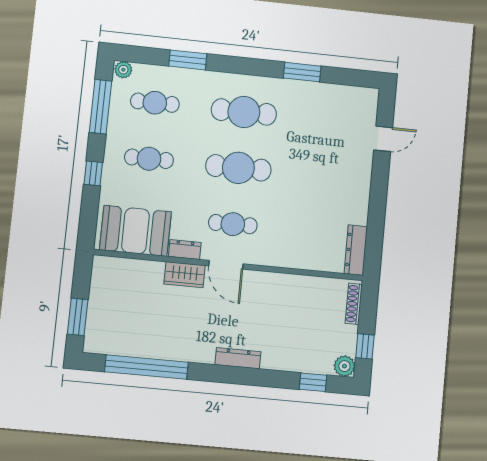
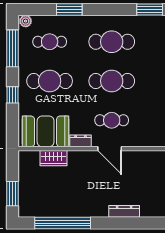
cafe table: (149, 159) -> (50, 81), width x1.37, depth x1.35
wardrobe: (185, 275) -> (54, 158), moved

